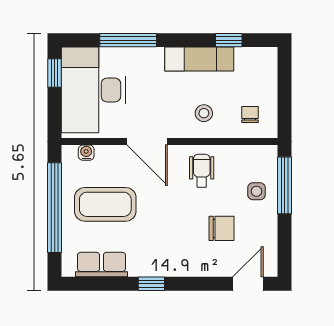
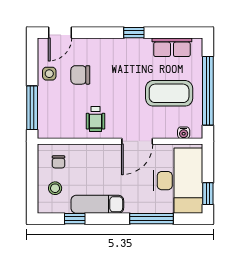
stool: (204, 113) -> (55, 188), moved
door: (147, 141) -> (137, 141), swing flipped
side table: (256, 191) -> (49, 74), moved

